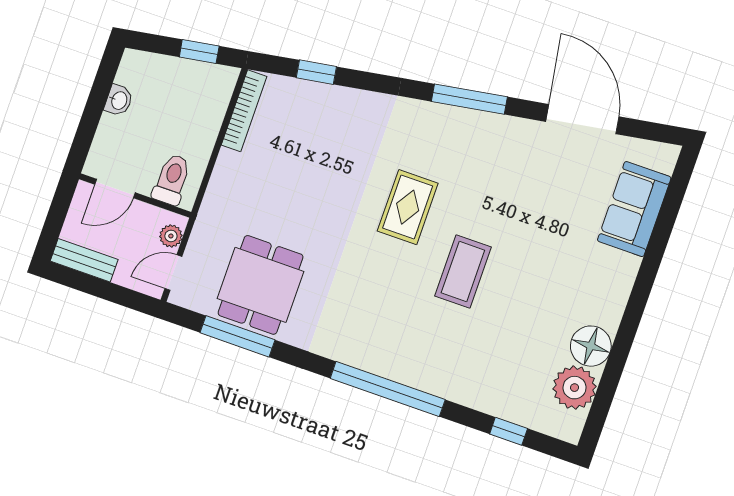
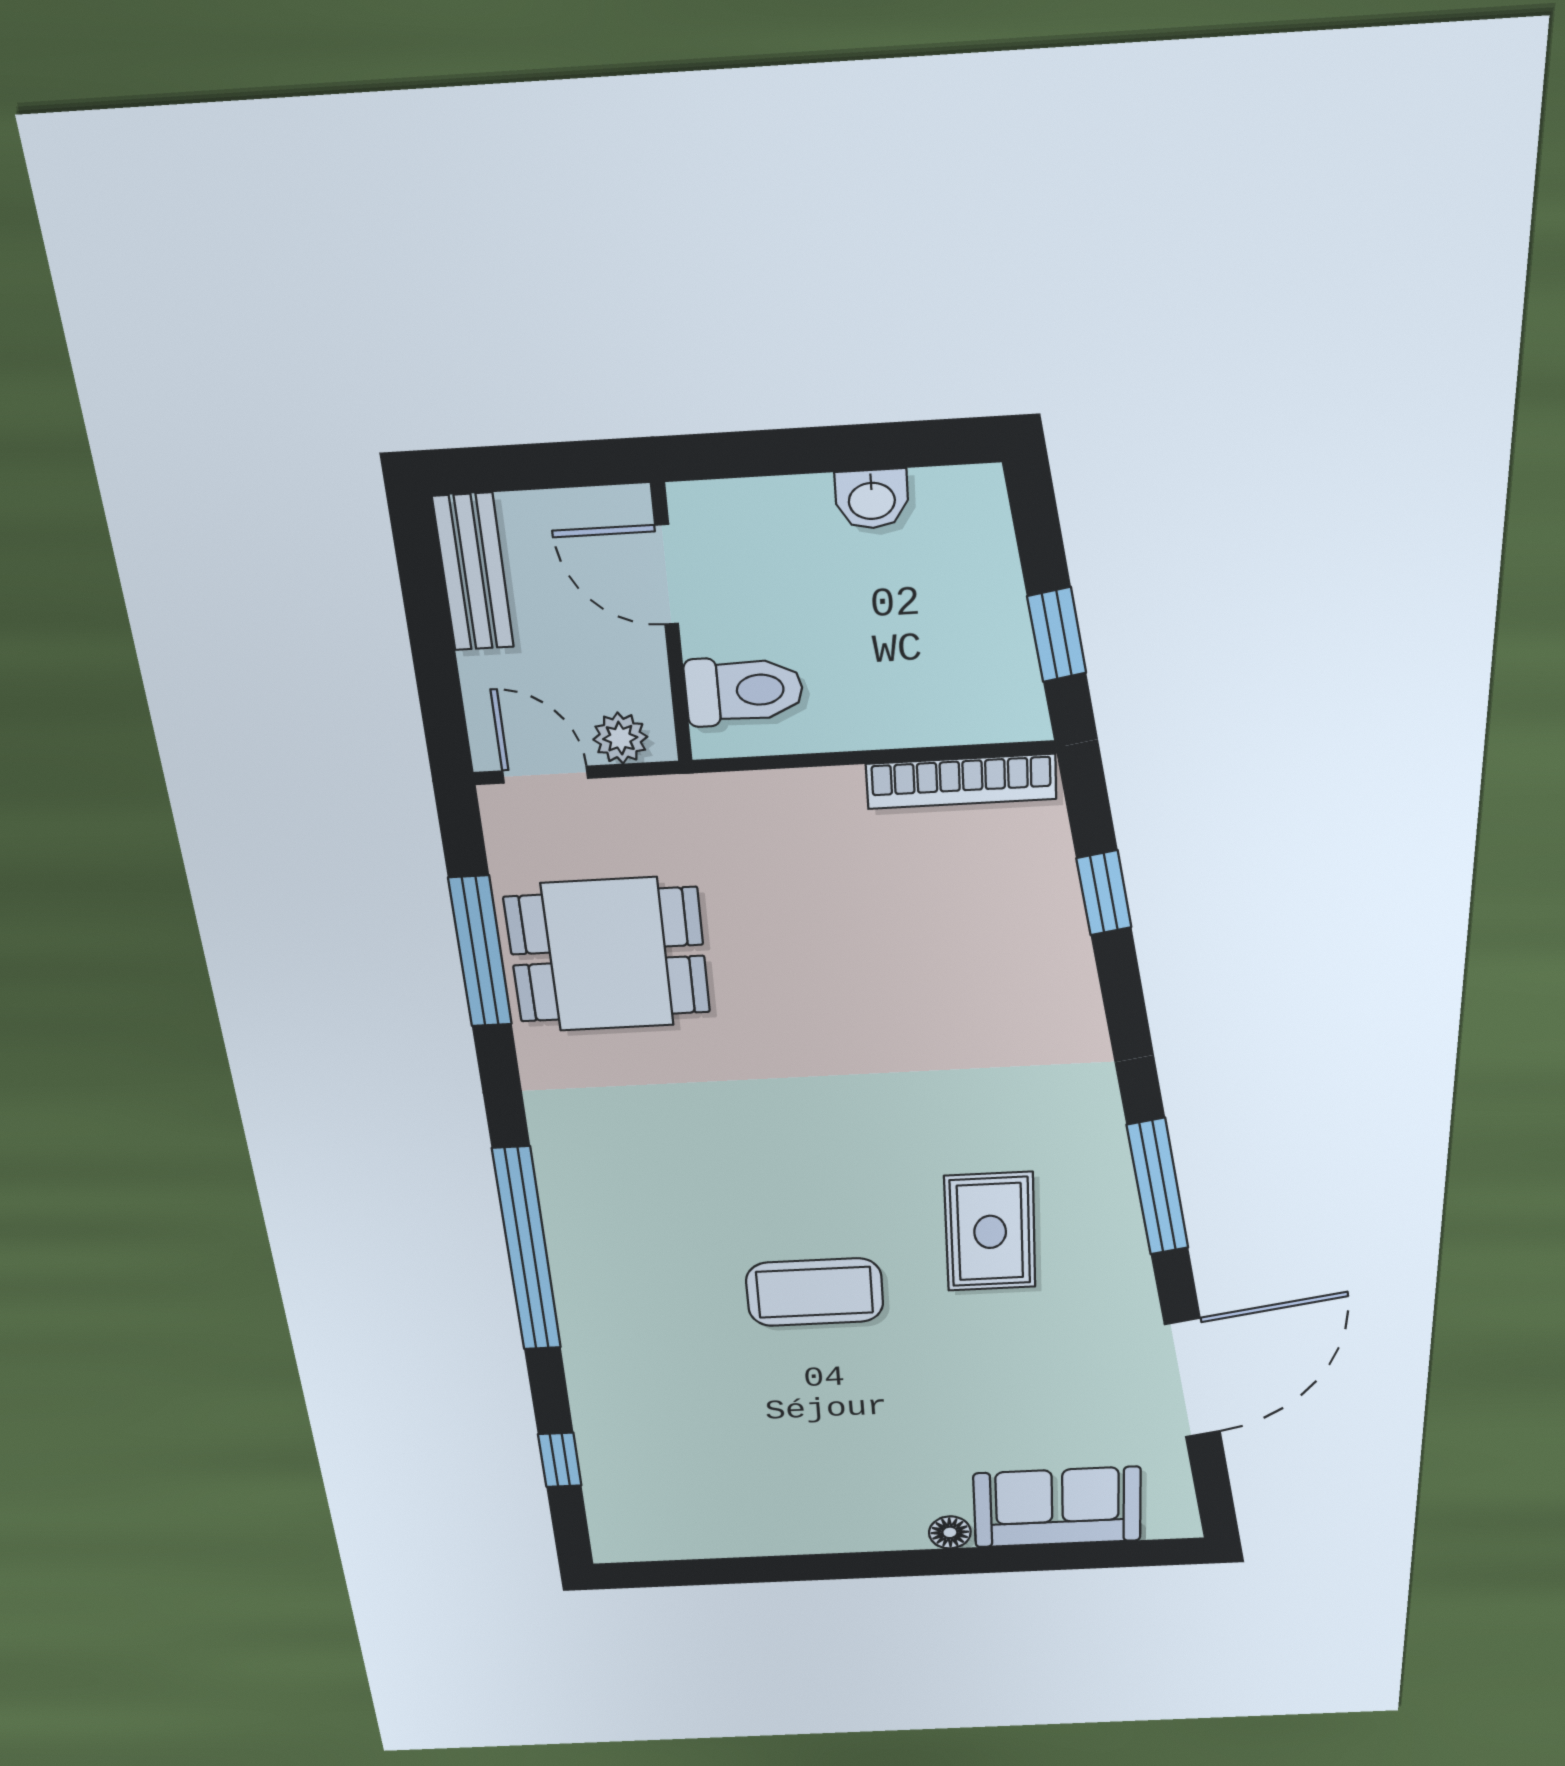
rug: (408, 207) -> (990, 1232), moved, turned 90
floor lamp: (591, 346) -> (950, 1532), moved, width x0.53, depth x0.53
plant: (575, 388) -> (693, 1527), removed

